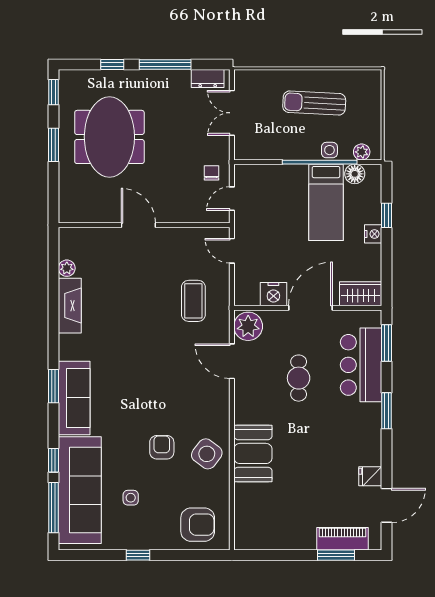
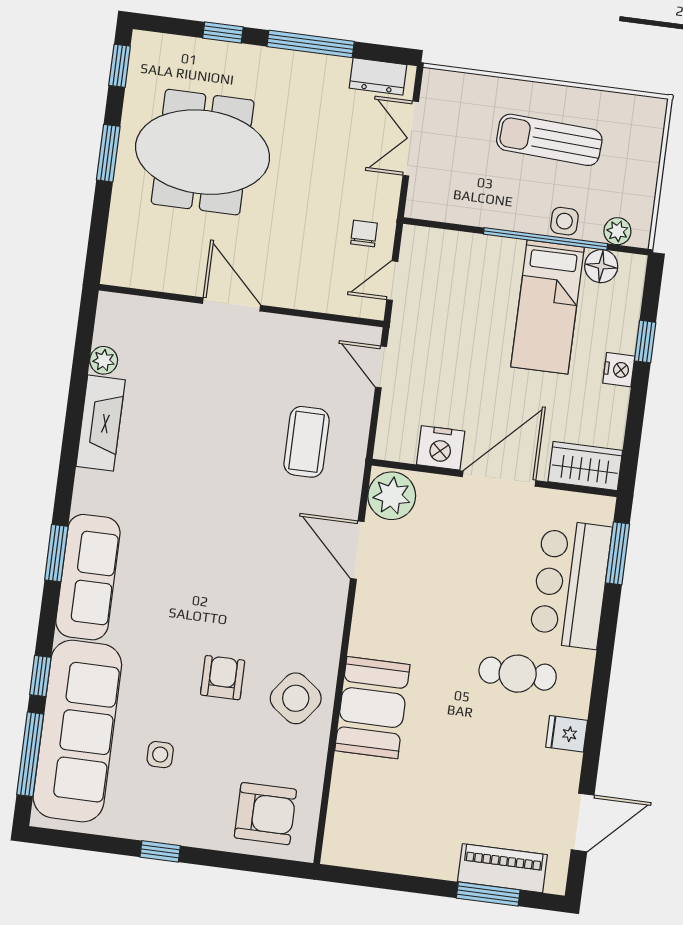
meeting table: (109, 137) -> (203, 152), turned 90
cafe table: (299, 378) -> (518, 674), moved, turned 90
window: (387, 411) -> (603, 666), removed
fridge: (370, 476) -> (567, 734), moved

